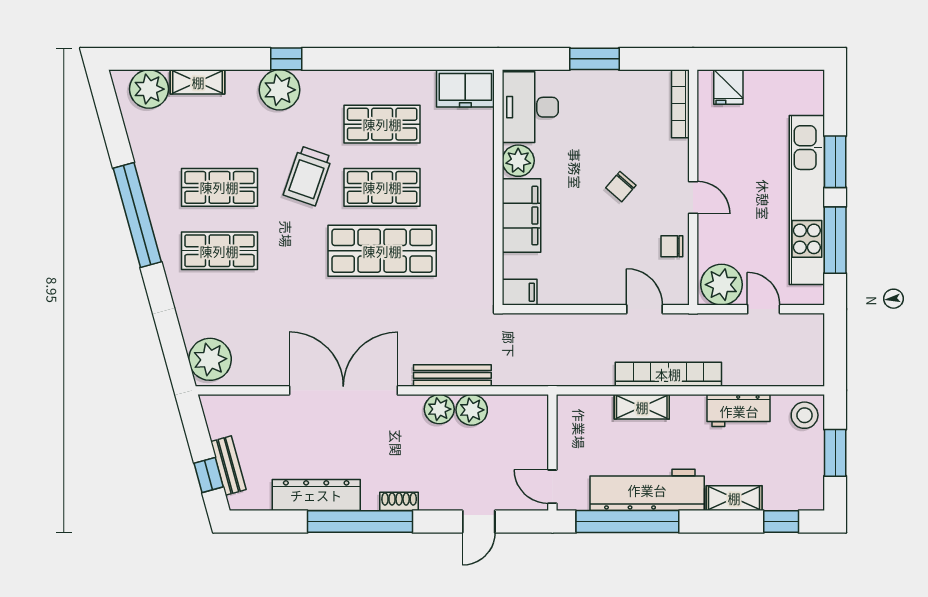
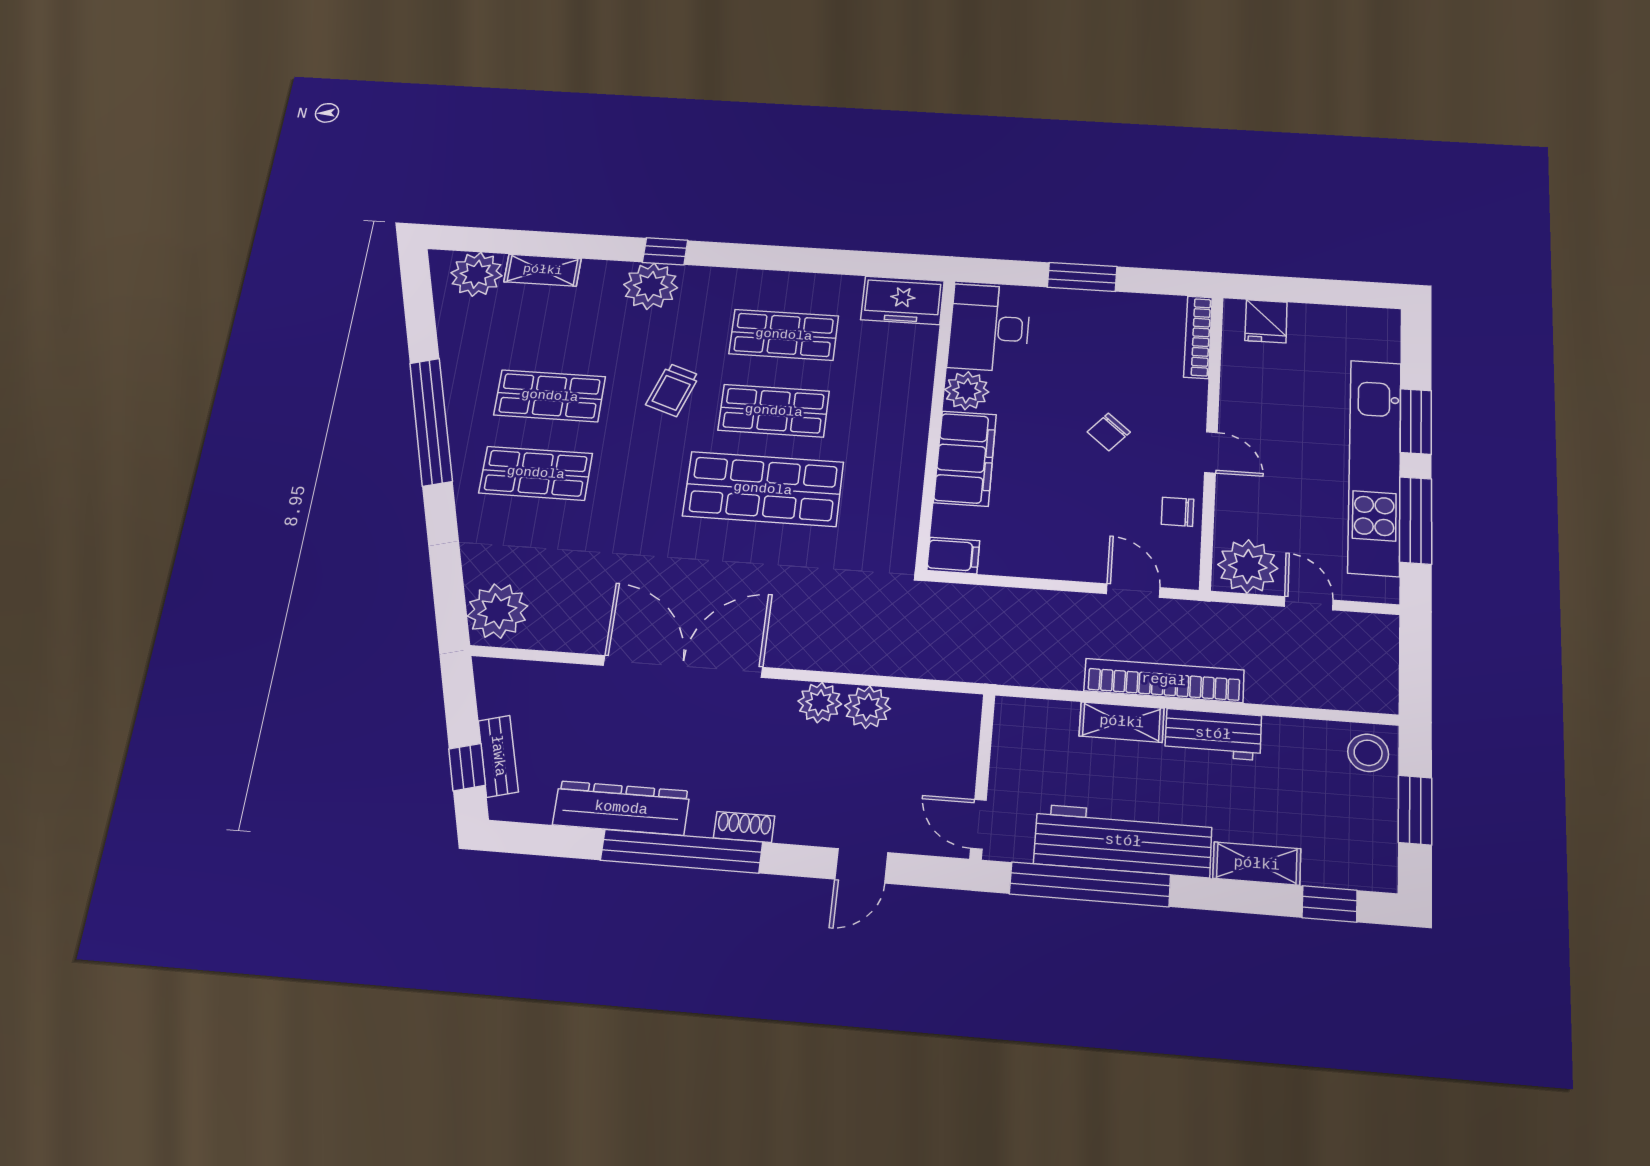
trolley: (308, 176) -> (673, 390), width x0.73, depth x0.72
bench: (452, 375) -> (844, 658), removed
workbench: (739, 411) -> (1213, 734), moved

